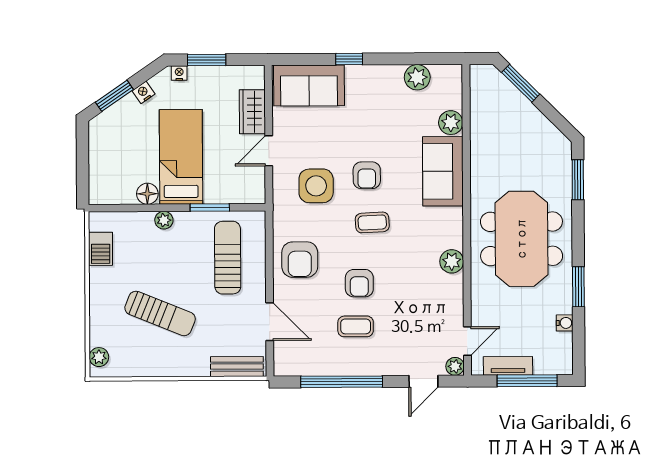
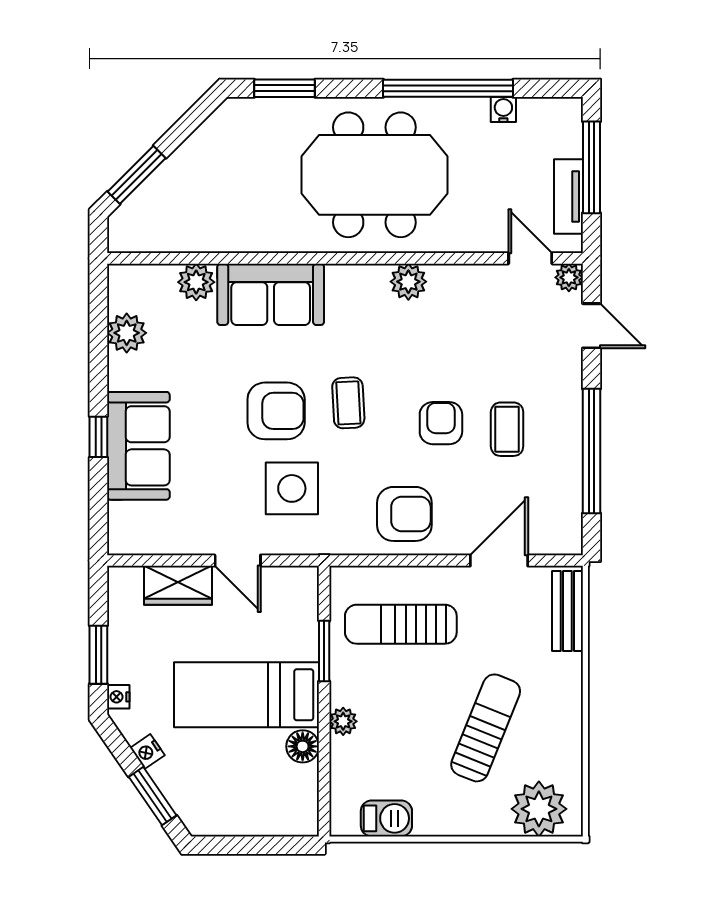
sofa: (309, 85) -> (138, 446), moved
armchair: (367, 175) -> (276, 411), width x1.38, depth x1.38
armchair: (359, 283) -> (441, 423), turned -90
window: (578, 287) -> (448, 88), width x2.11
plant: (99, 357) -> (539, 809), width x1.87, depth x1.87

